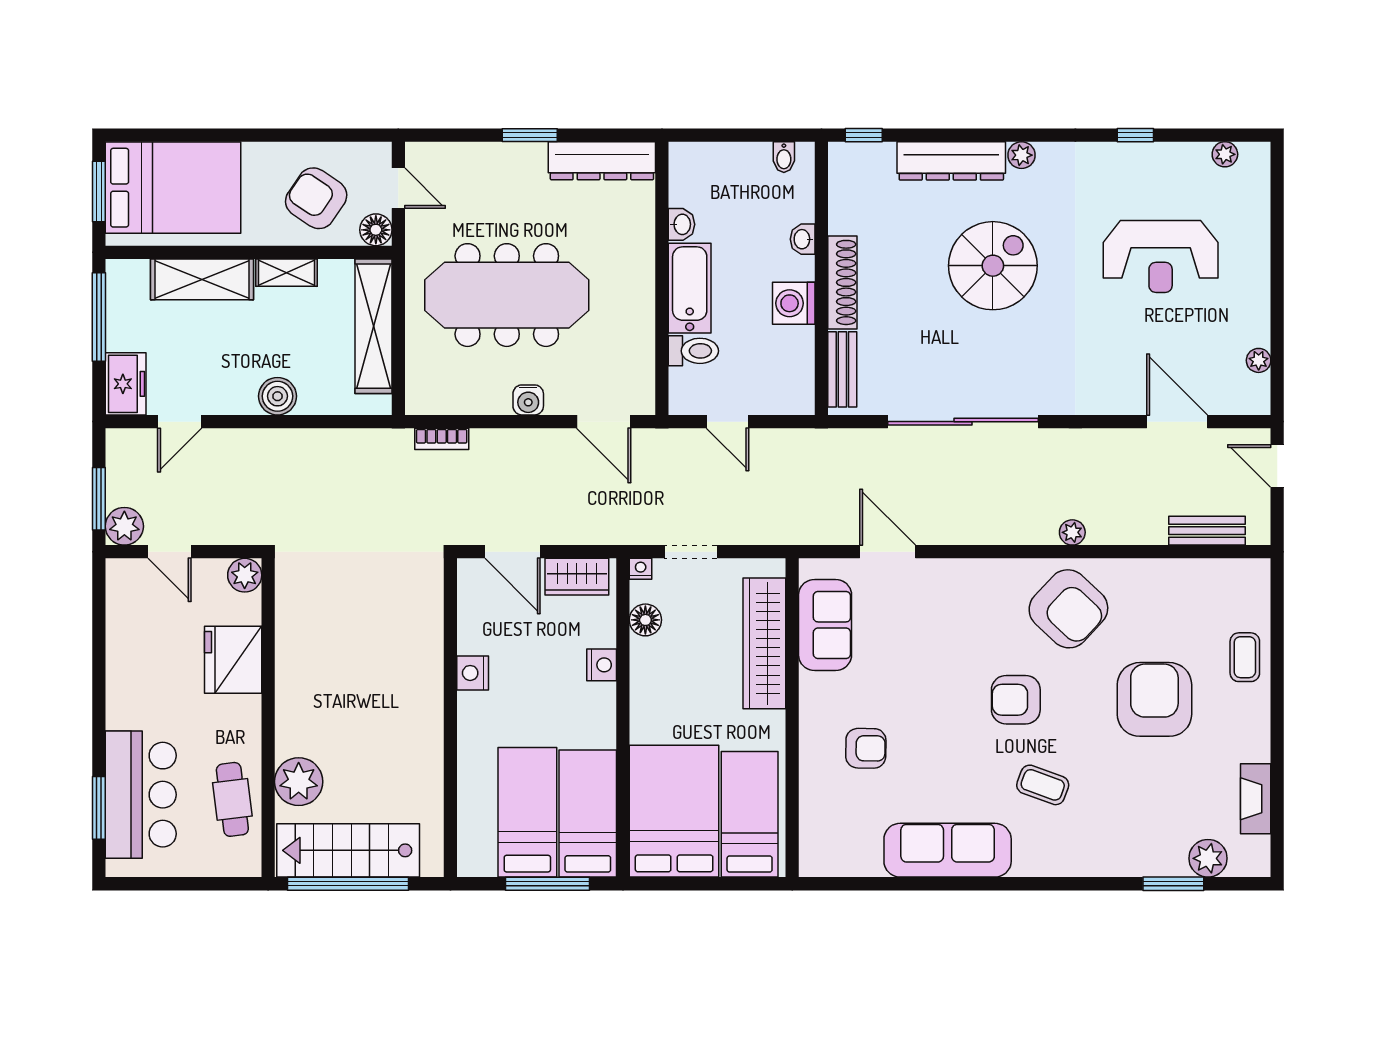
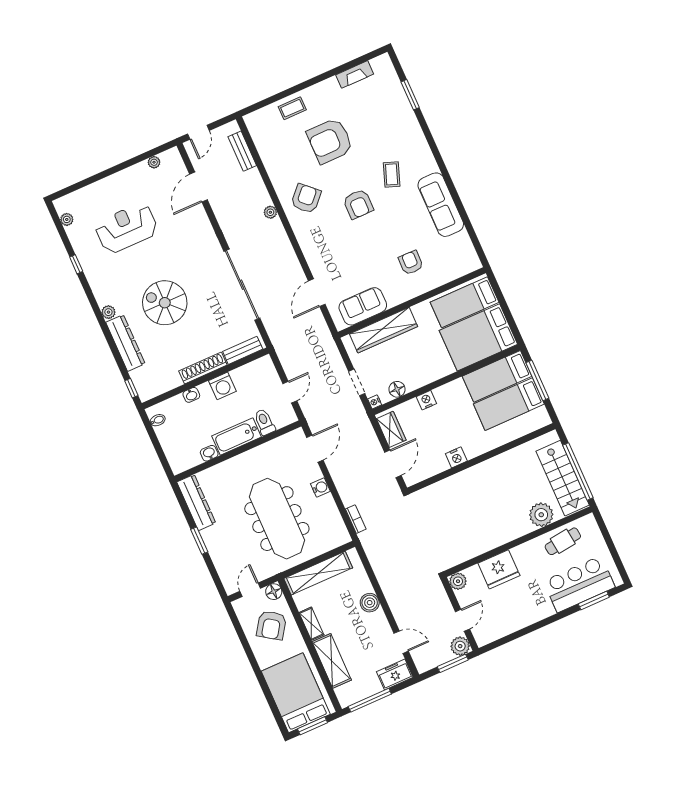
reception desk: (1161, 256) -> (126, 228), turned -90
armchair: (1068, 609) -> (306, 199), width x0.73, depth x0.73
plant: (1208, 858) -> (391, 84), removed

